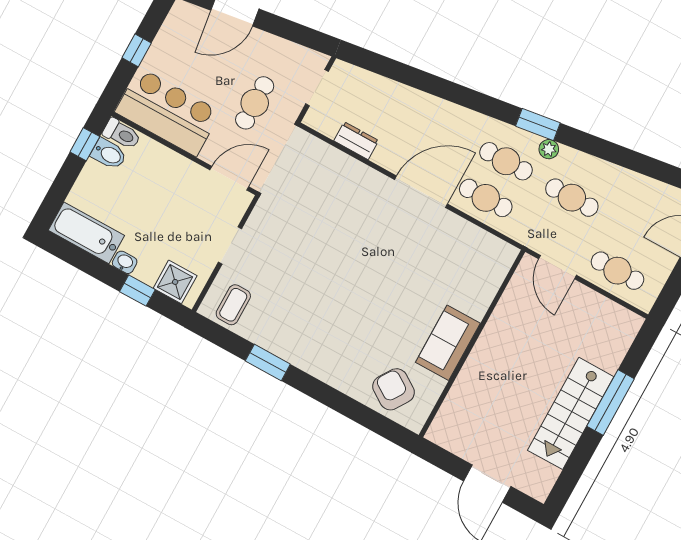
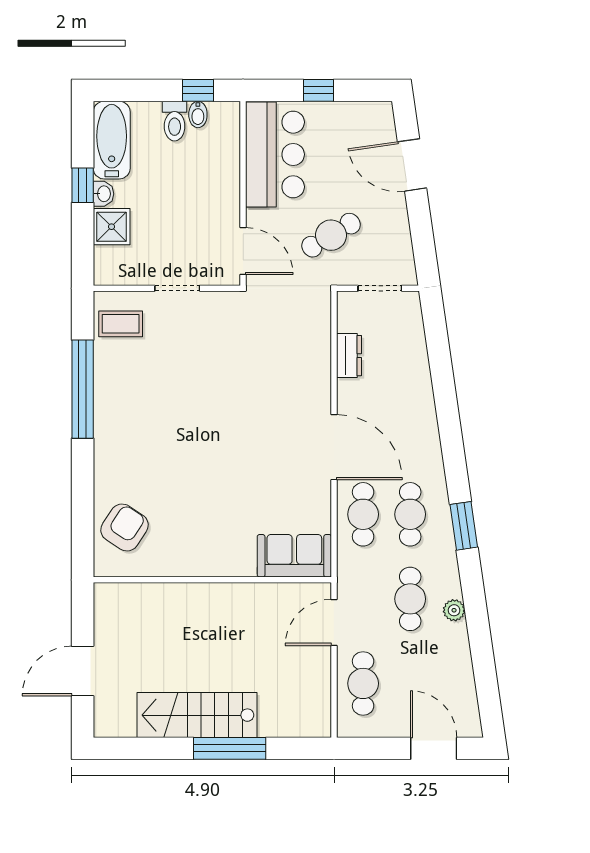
cafe table: (255, 103) -> (331, 235), turned -31
toilet: (122, 134) -> (175, 121), moved
plant: (549, 149) -> (454, 610), moved
bidet: (109, 154) -> (198, 114), width x0.72, depth x0.74
shower: (175, 282) -> (112, 227), moved
window: (137, 291) -> (83, 185), moved
sofa: (448, 343) -> (294, 556), moved
window: (268, 363) -> (83, 389), width x2.11

